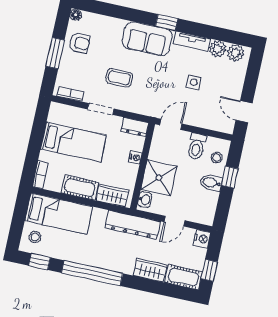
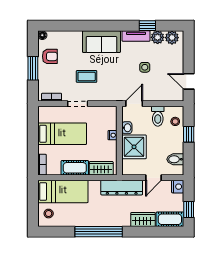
window: (167, 22) -> (147, 26), moved
dresser: (135, 127) -> (107, 112), removed
bidet: (211, 183) -> (175, 159), moved
washbasin: (145, 200) -> (127, 128), moved
window: (40, 262) -> (56, 232), removed

